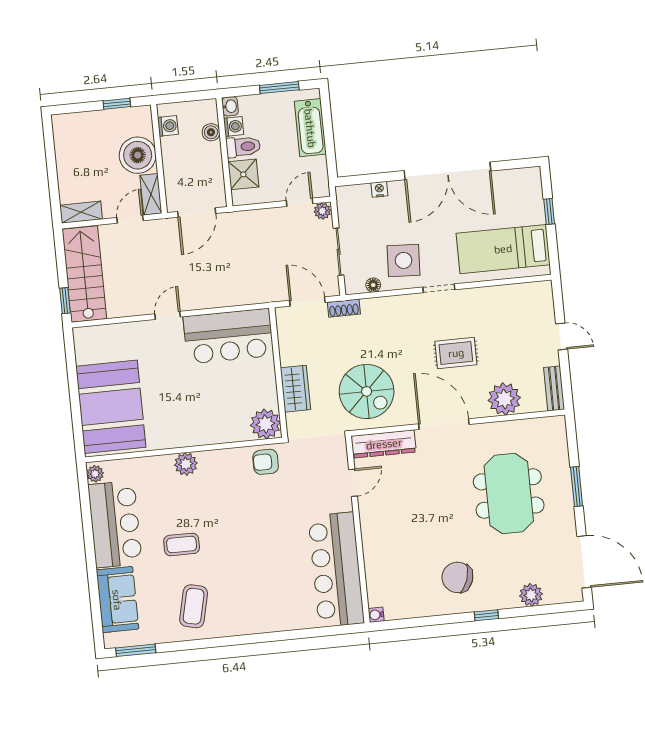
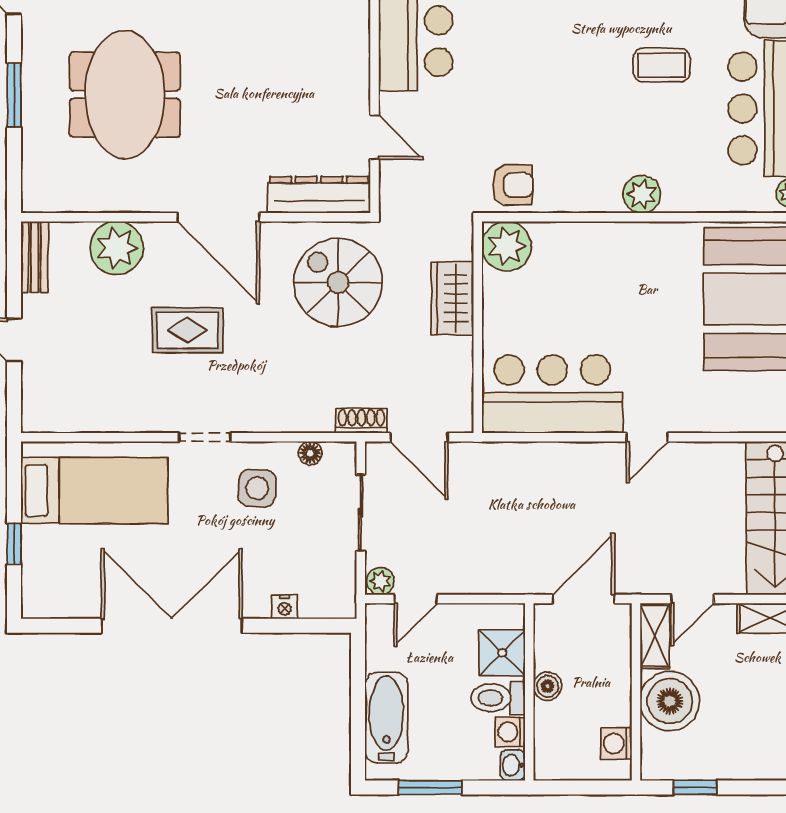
boiler: (211, 132) -> (548, 686), moved
side table: (404, 260) -> (257, 488), width x0.73, depth x0.73
door: (353, 483) -> (375, 137), swing flipped

